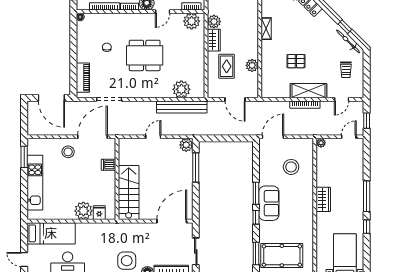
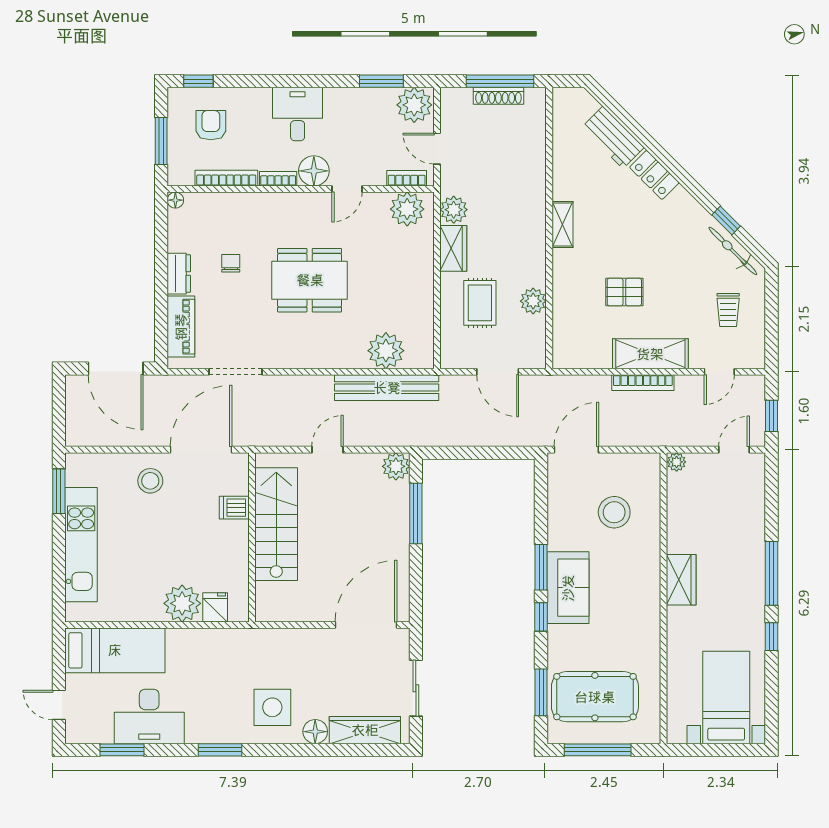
dresser: (82, 52) -> (179, 274), added
stairs: (129, 193) -> (276, 524), moved

